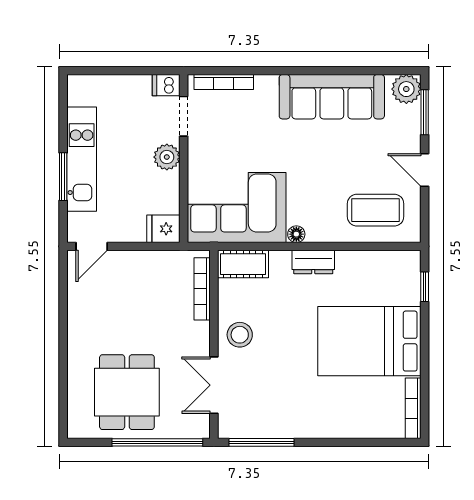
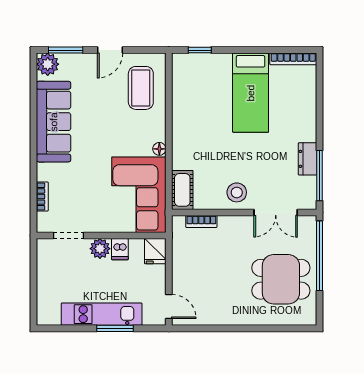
bookcase: (224, 82) -> (42, 197), width x0.64
dishwasher: (166, 85) -> (120, 249), moved
dresser: (313, 262) -> (308, 159), moved, turned 180
bookcase: (202, 289) -> (201, 221), width x0.64
bed: (369, 341) -> (251, 93), width x0.67

